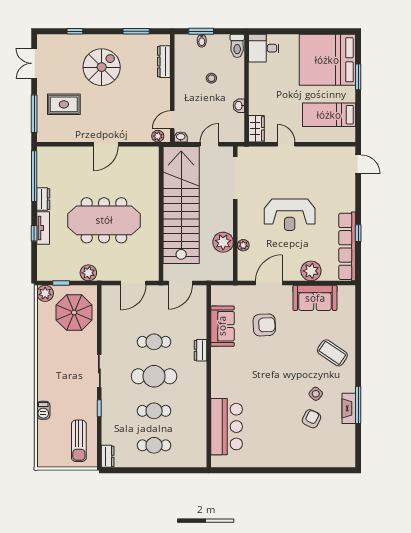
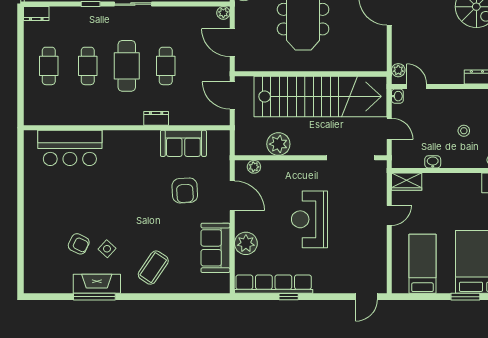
plant: (243, 245) -> (254, 167), moved
plant: (107, 291) -> (223, 13), added
fireplace: (349, 408) -> (97, 284), width x1.37, depth x1.32

